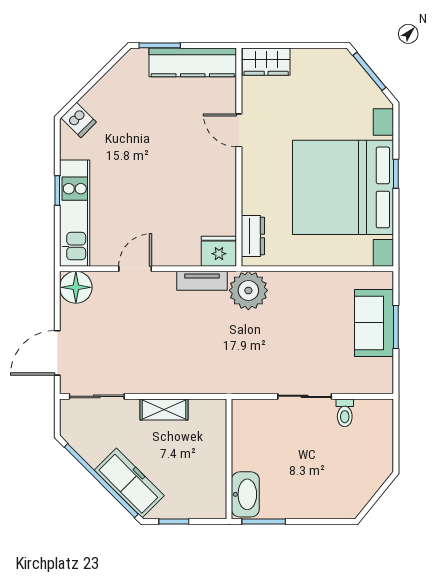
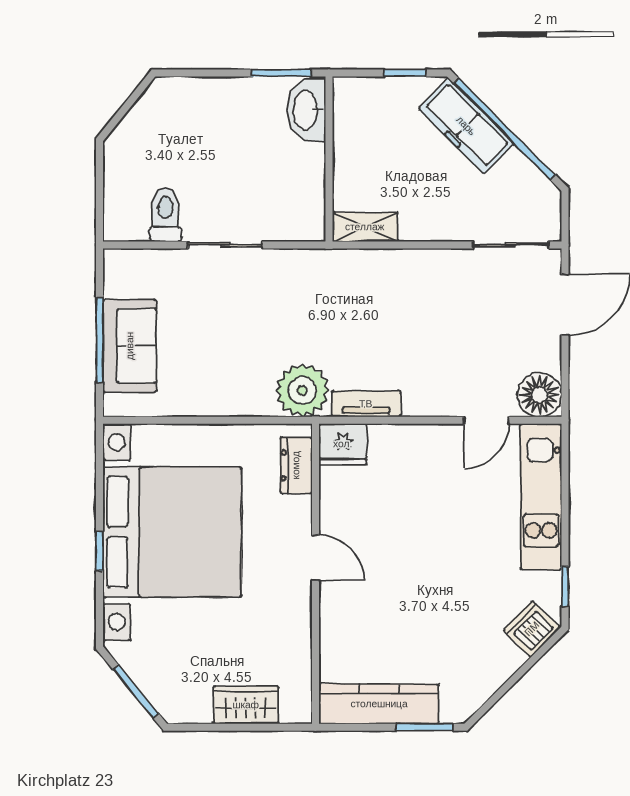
wardrobe: (266, 62) -> (246, 705), moved
dishwasher: (79, 120) -> (532, 629), width x1.38
door: (239, 130) -> (315, 558), moved
window: (57, 191) -> (565, 586), moved
door: (135, 269) -> (486, 420), moved
window: (396, 327) -> (100, 340), width x1.44
shelving: (164, 410) -> (365, 227), moved
toilet: (345, 413) -> (165, 215), width x1.37, depth x1.39

